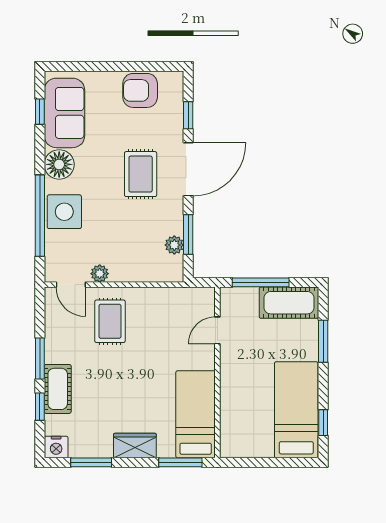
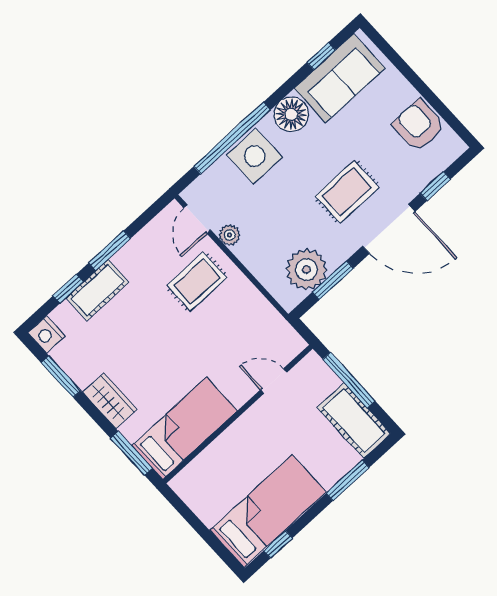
plant: (174, 245) -> (306, 269), width x1.88, depth x1.88

